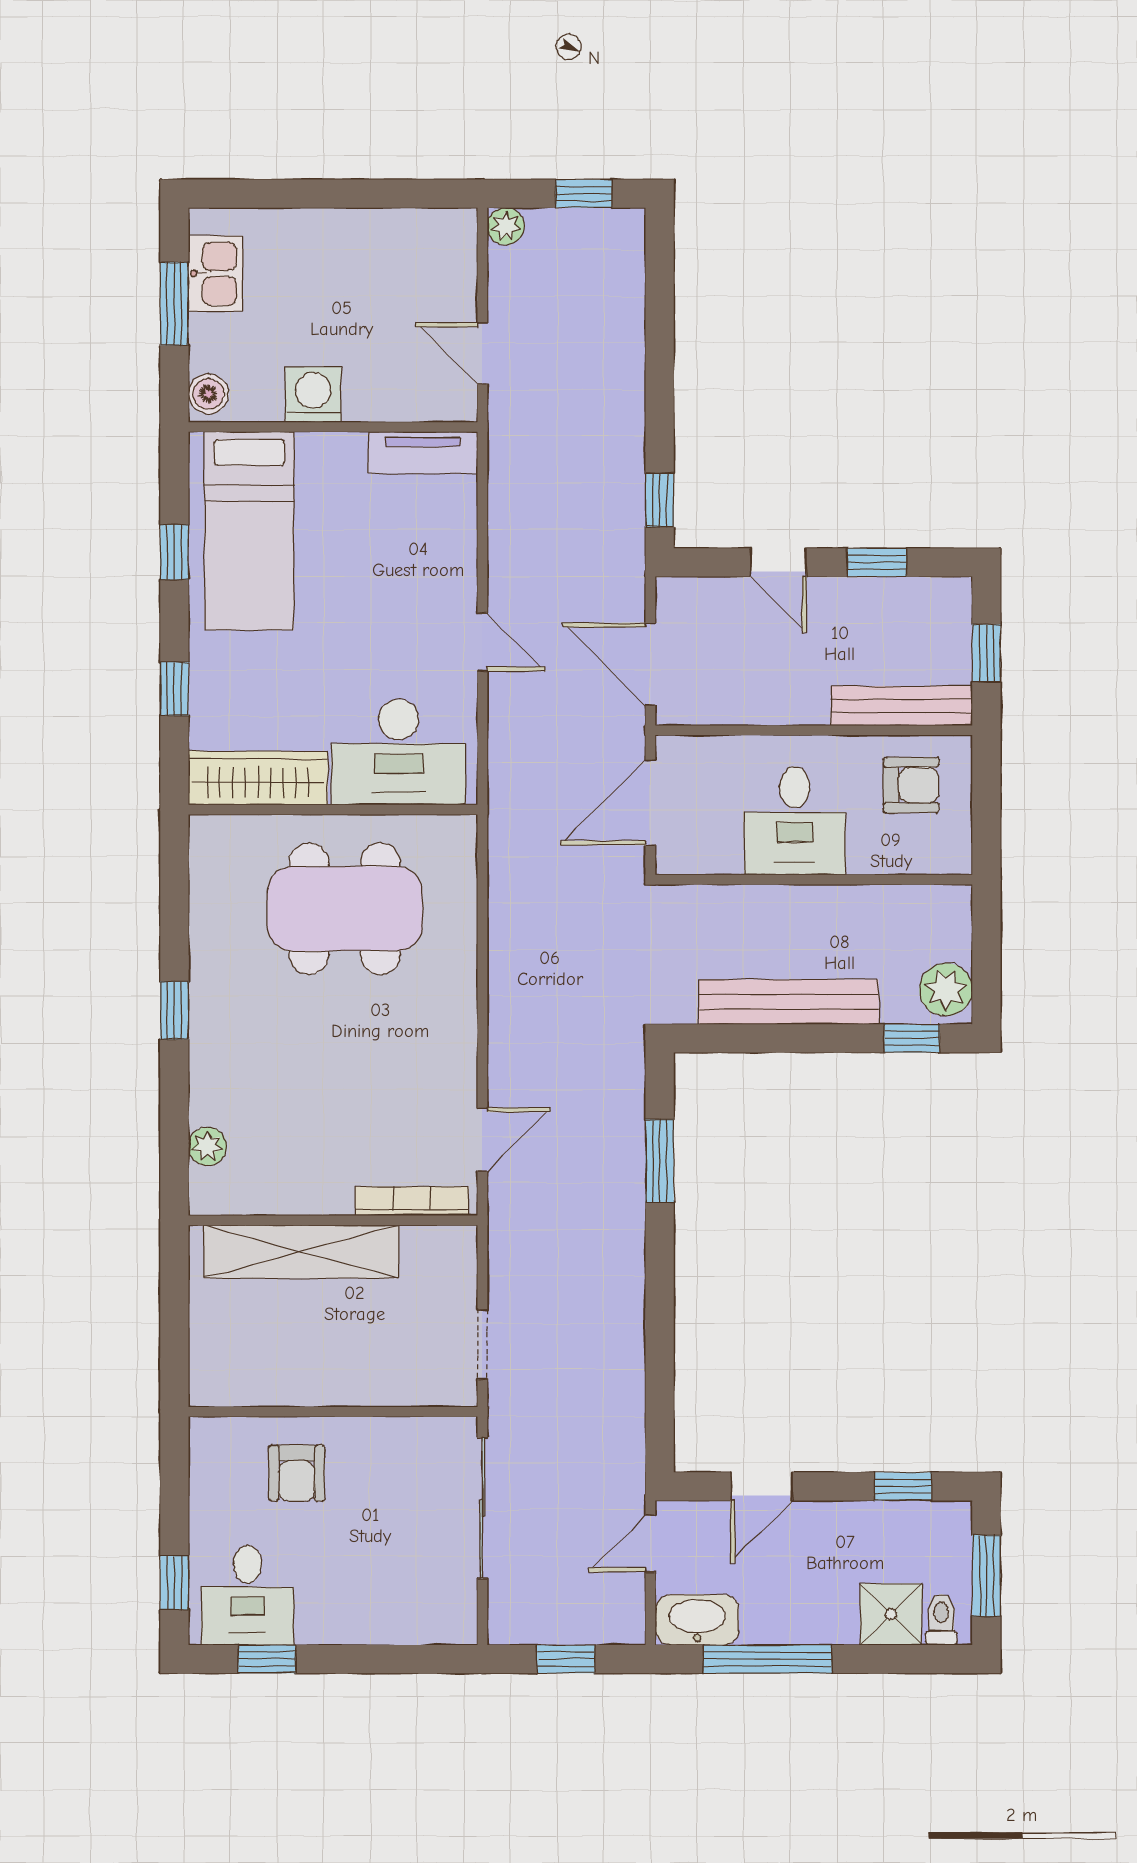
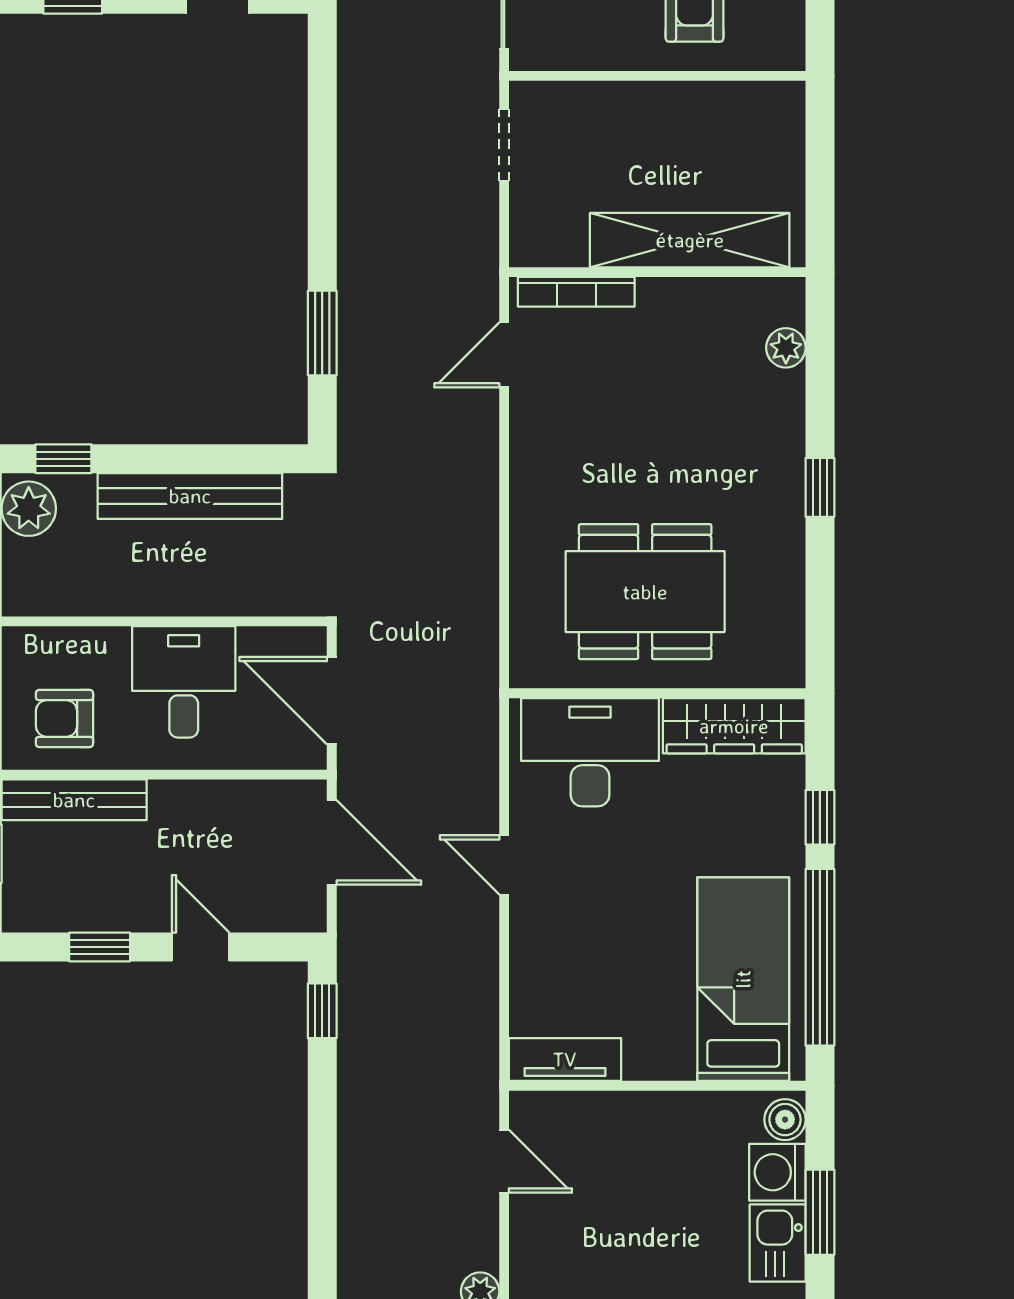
washing machine: (313, 395) -> (777, 1172), moved, turned 90
window: (174, 552) -> (820, 957), width x3.17
door: (650, 802) -> (332, 701), swing flipped

